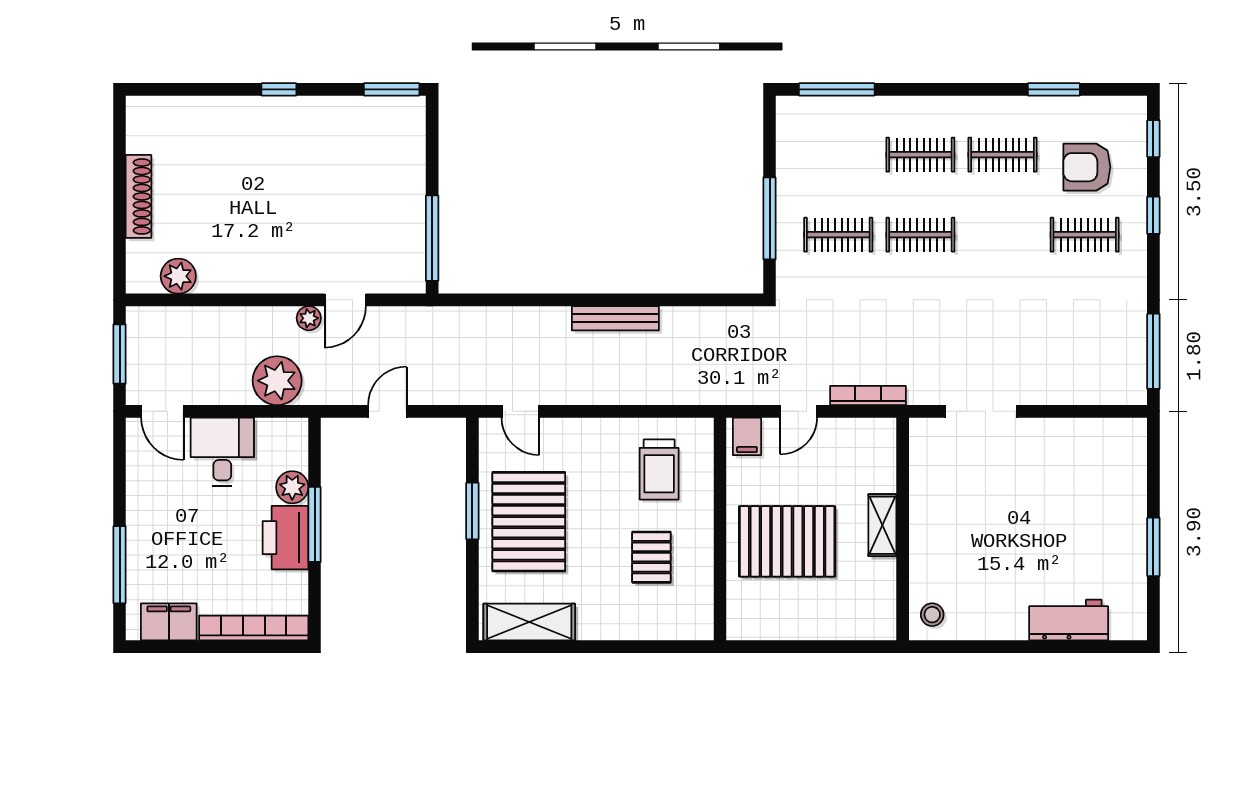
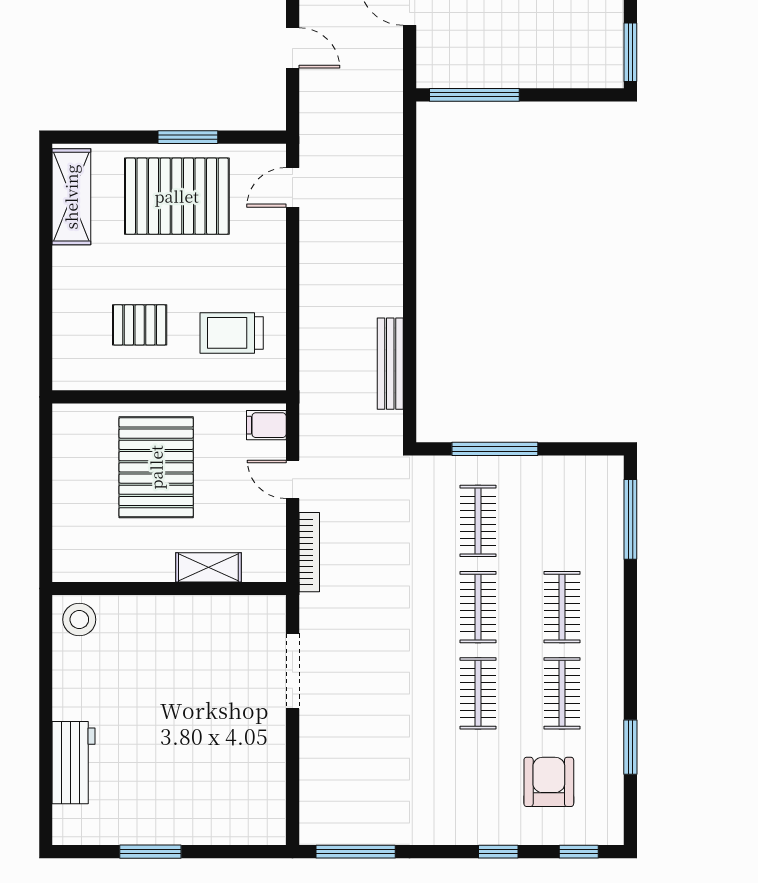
clothes rail: (1085, 235) -> (478, 693), moved
bench: (615, 318) -> (390, 364), moved
shelving: (882, 525) -> (208, 567), moved
stool: (932, 615) -> (79, 620), width x1.37, depth x1.37

